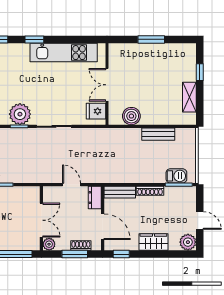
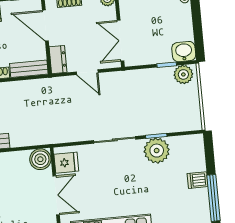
boiler: (131, 116) -> (40, 159), moved
double door: (41, 220) -> (120, 41), moved

